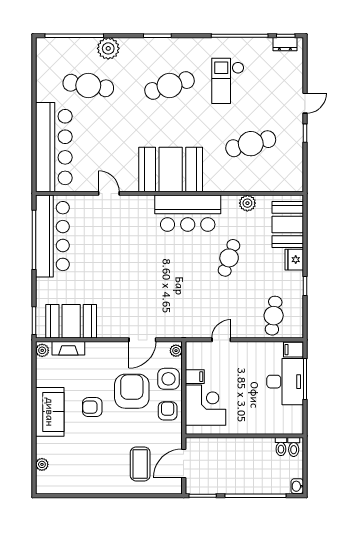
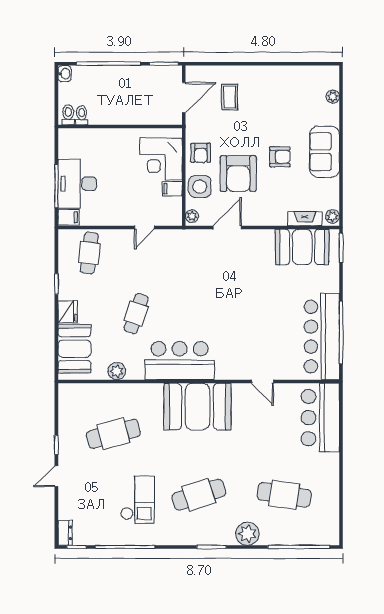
dresser: (285, 44) -> (65, 533), moved, turned 90
plant: (108, 48) -> (247, 534), moved
bar counter: (54, 147) -> (320, 418), width x0.73
coffee table: (140, 464) -> (230, 97), width x0.73, depth x0.77

